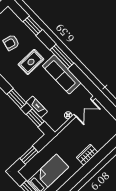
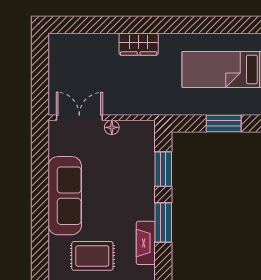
window: (62, 57) -> (40, 221), removed
fireplace: (37, 107) -> (146, 243), moved

